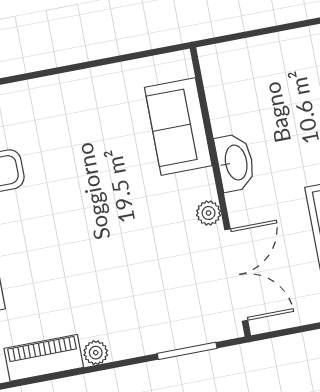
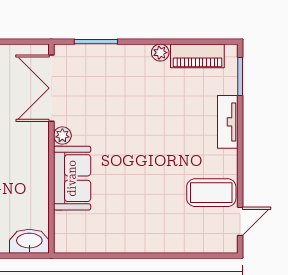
sofa: (178, 127) -> (72, 178), moved
washbasin: (235, 163) -> (29, 241), moved, turned 90

